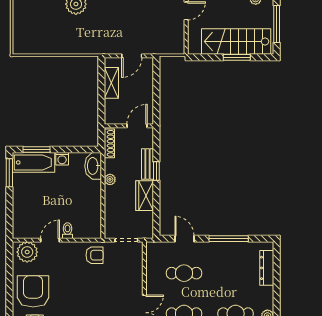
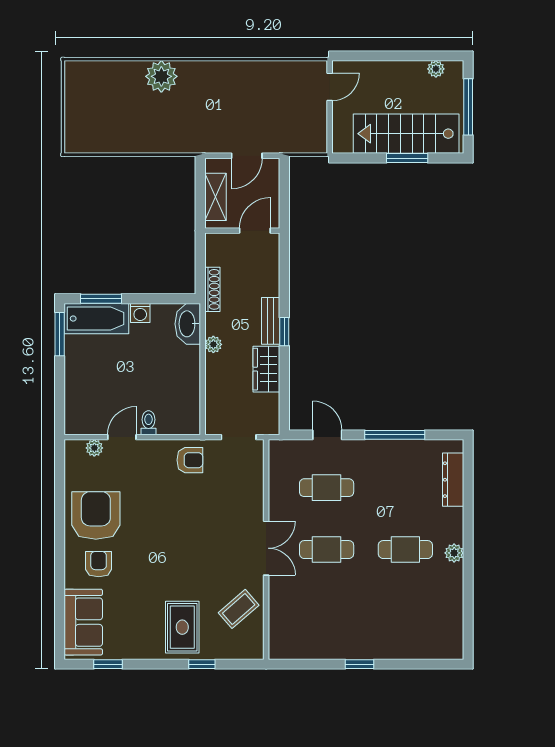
wall: (129, 126) -> (242, 231), moved
door: (137, 126) -> (255, 231), moved
plant: (27, 252) -> (94, 448), width x0.53, depth x0.53

